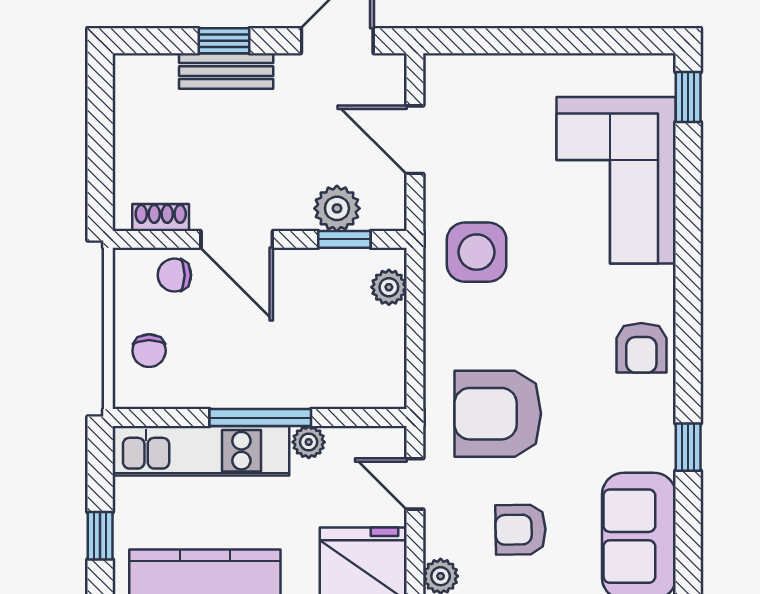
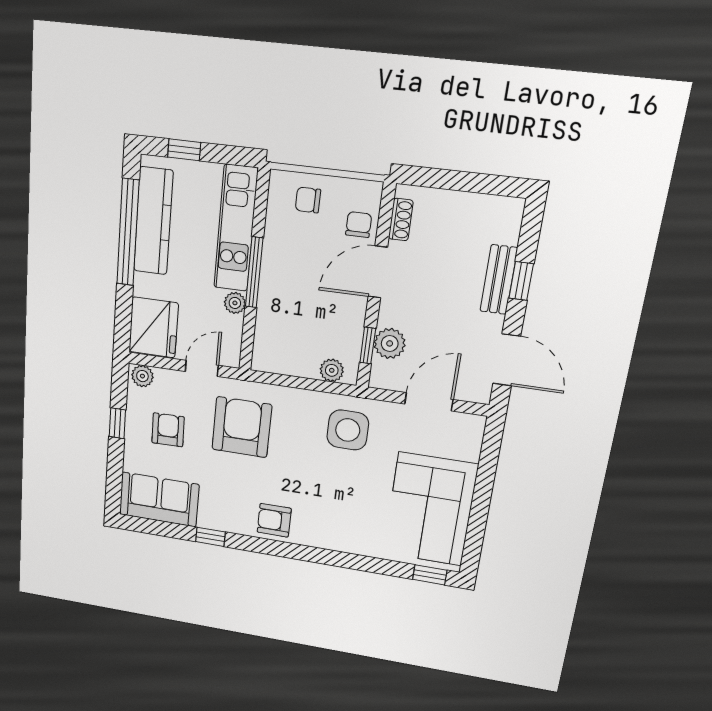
corner sofa: (616, 180) -> (430, 509), moved, turned -90

